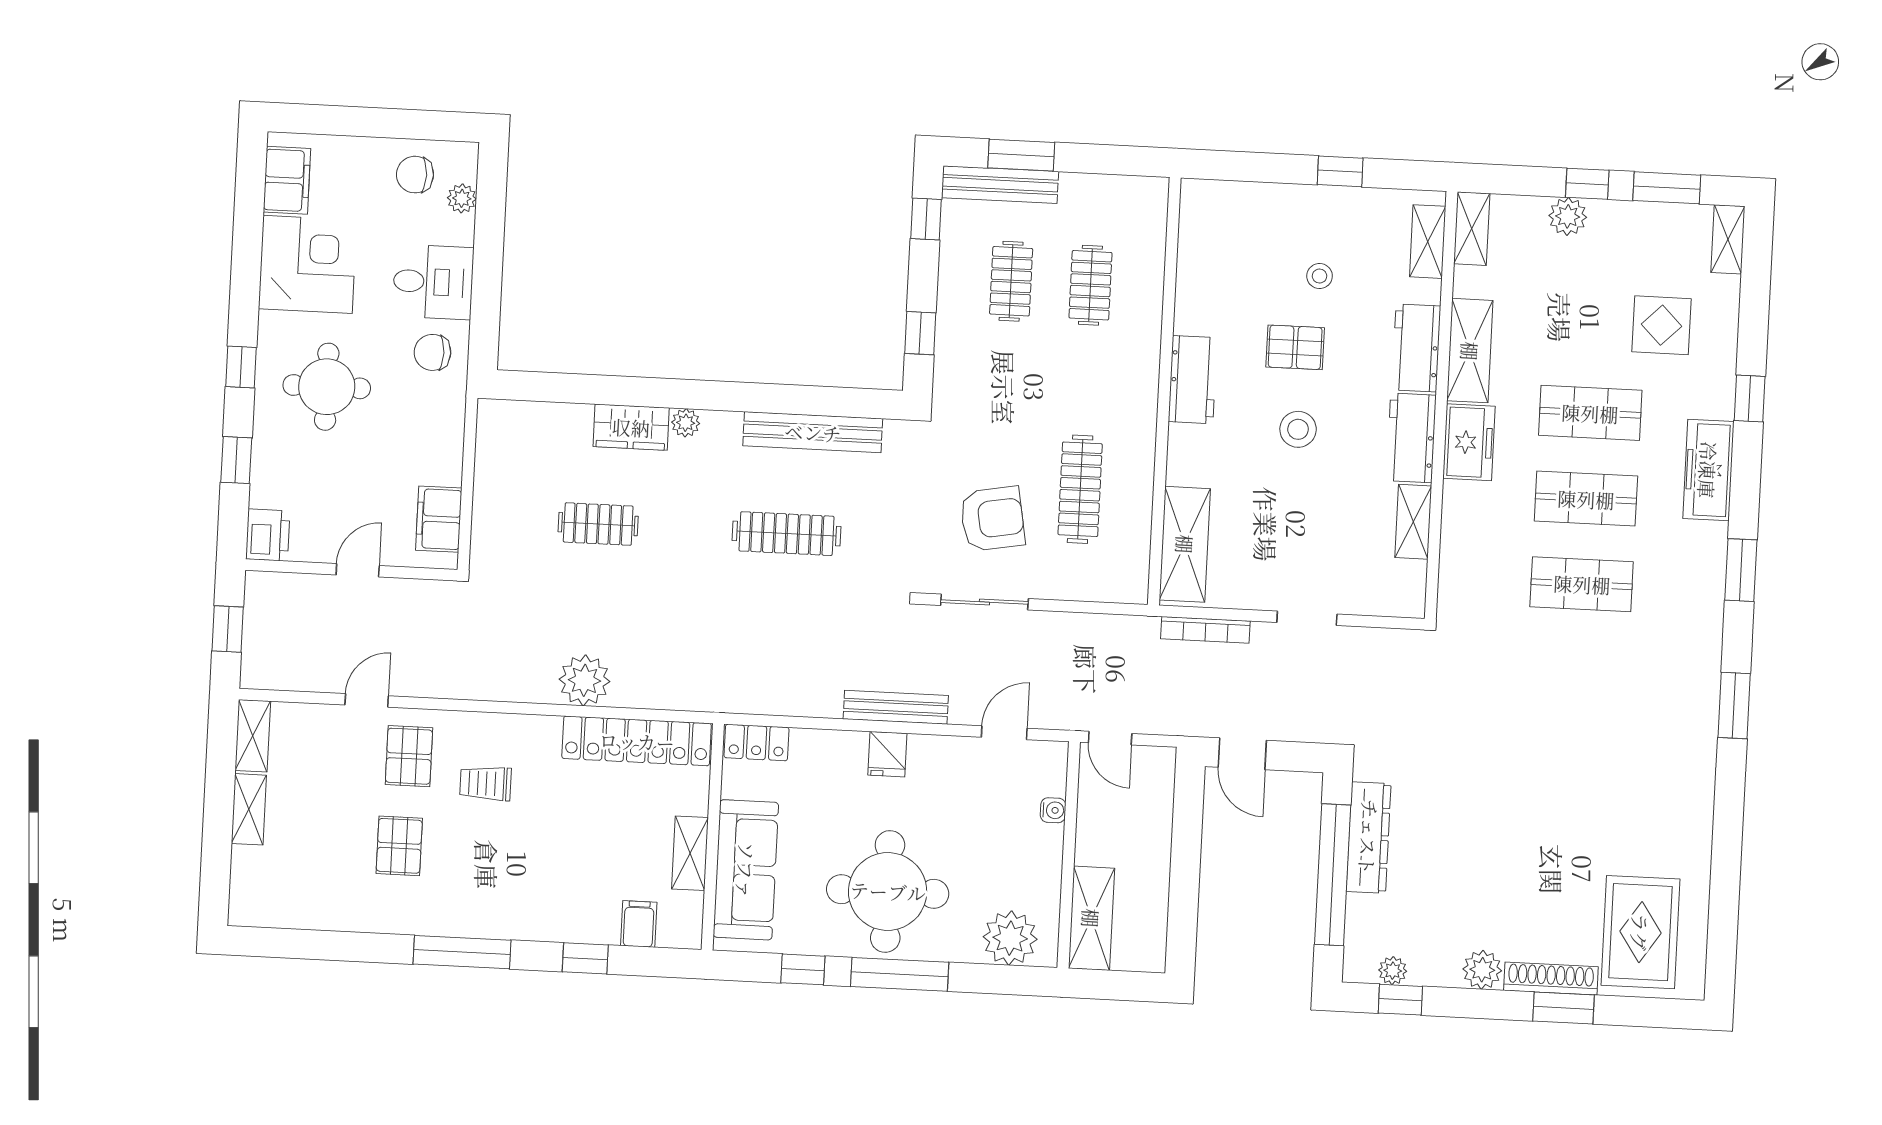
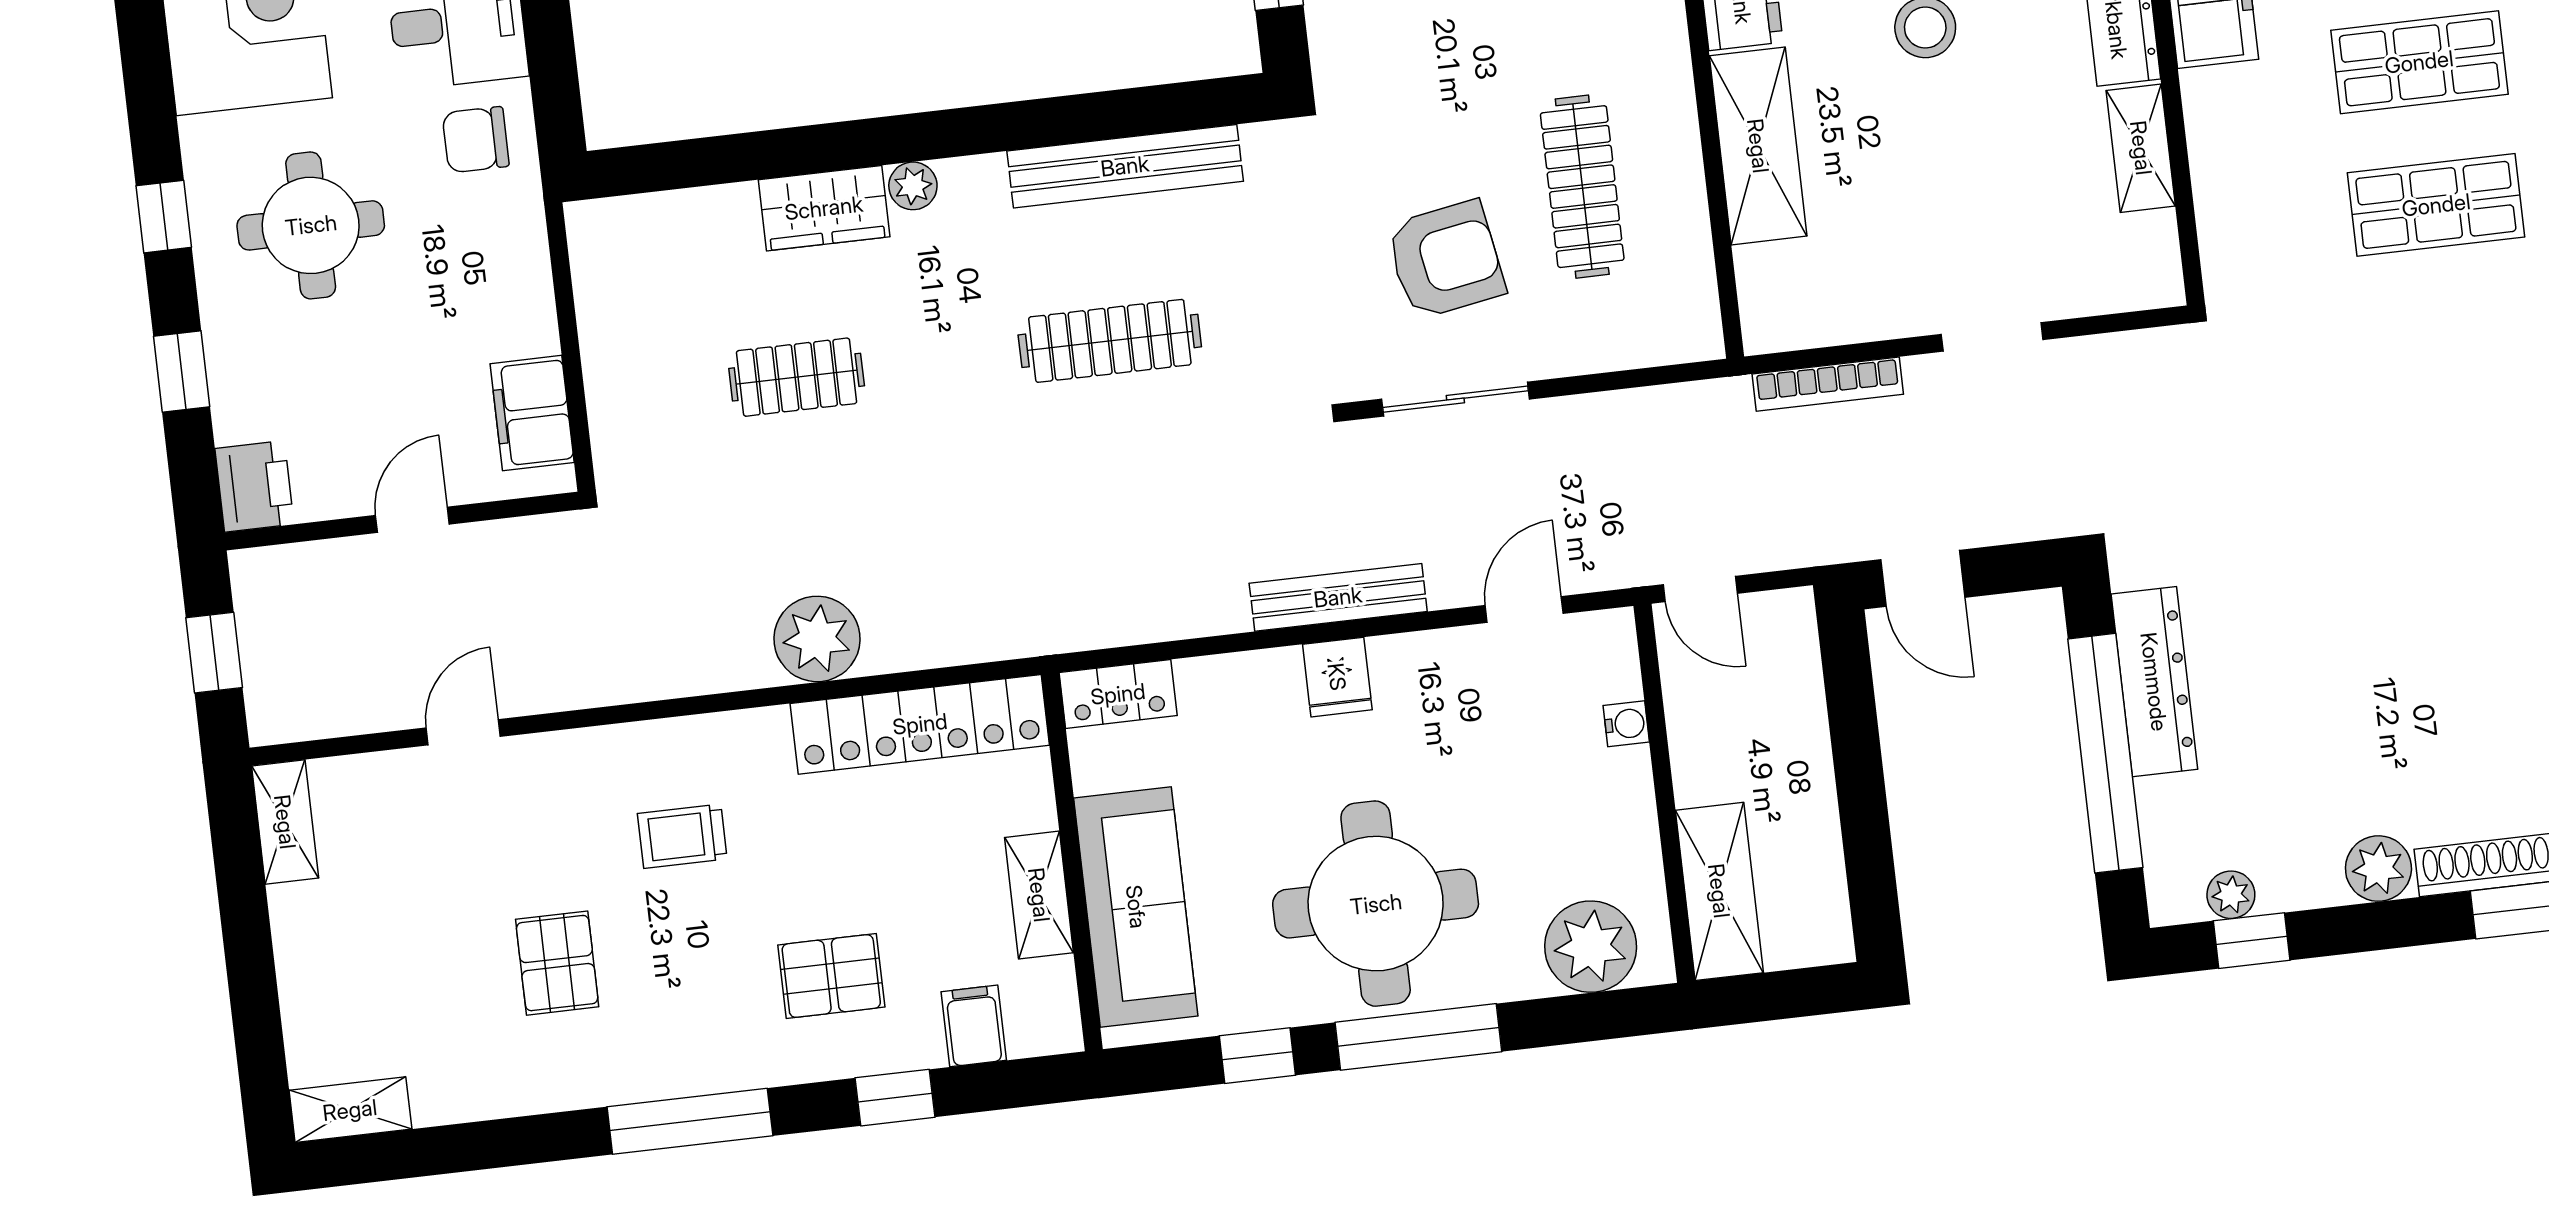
shelving: (1185, 544) -> (1758, 146), moved
pallet: (409, 756) -> (831, 976), moved, turned 90
shelving: (249, 809) -> (350, 1110), moved, turned 90

